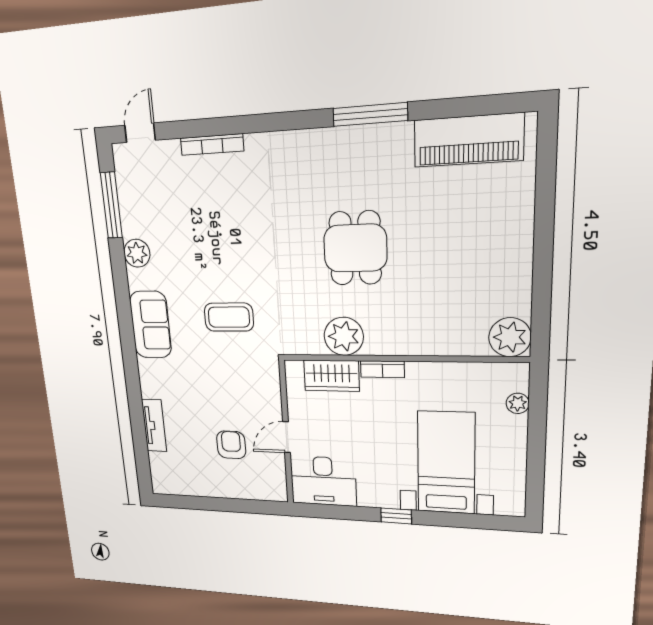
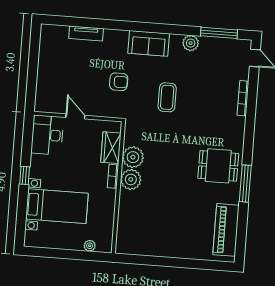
dining table: (355, 248) -> (218, 166), moved
coffee table: (229, 317) -> (167, 97), moved
plant: (510, 337) -> (131, 179), moved
armchair: (231, 445) -> (119, 82), moved

